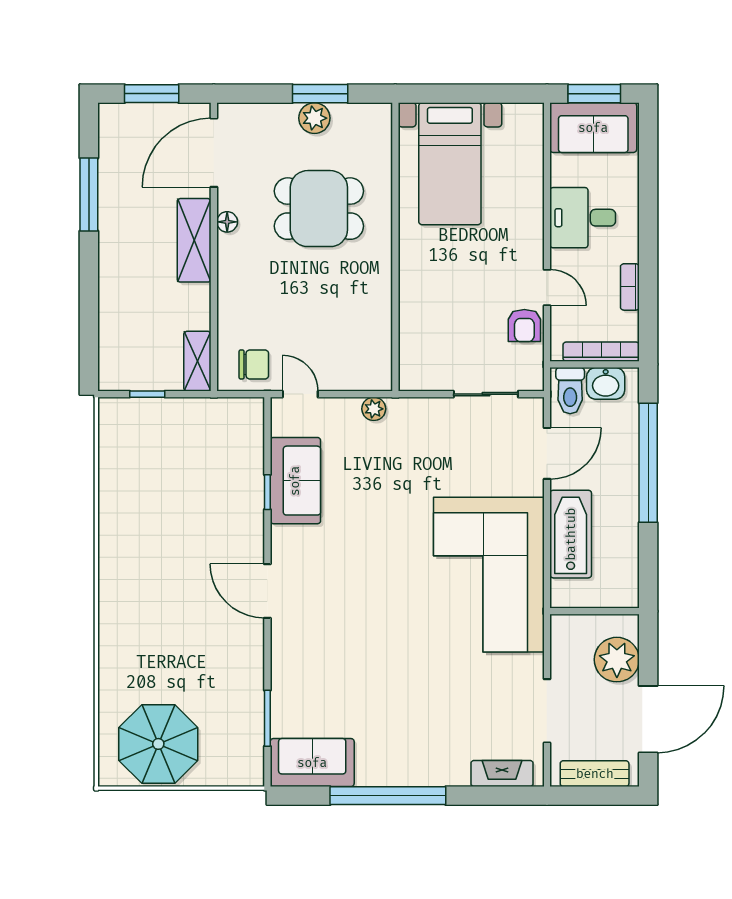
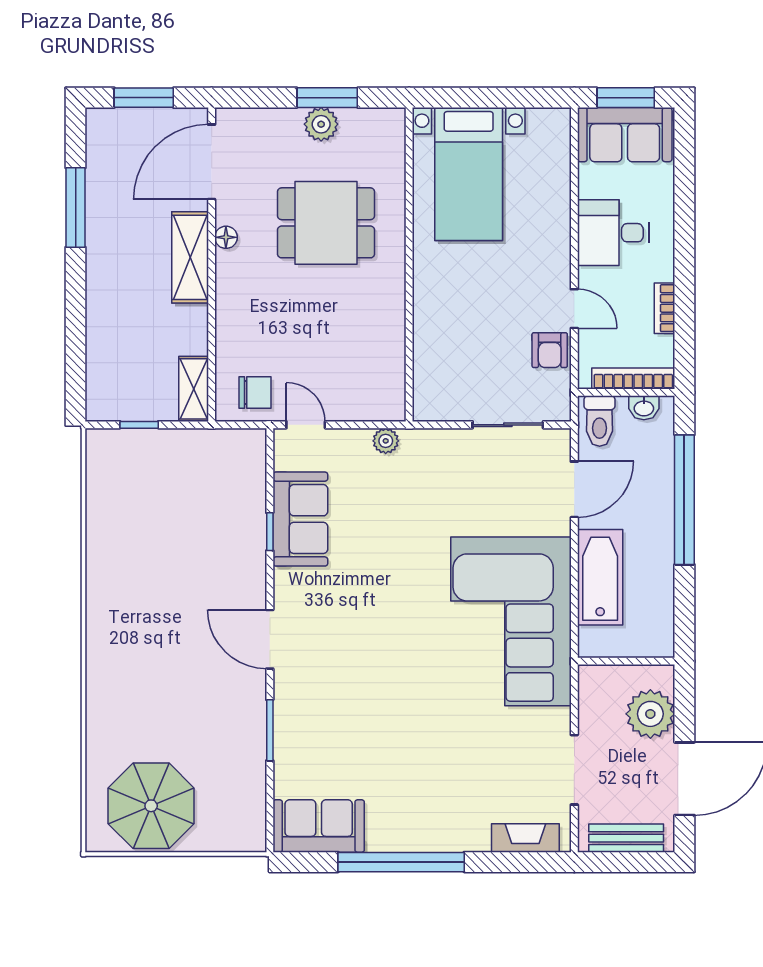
washbasin: (606, 383) -> (644, 408), width x0.72, depth x0.69
window: (267, 718) -> (270, 730), moved

